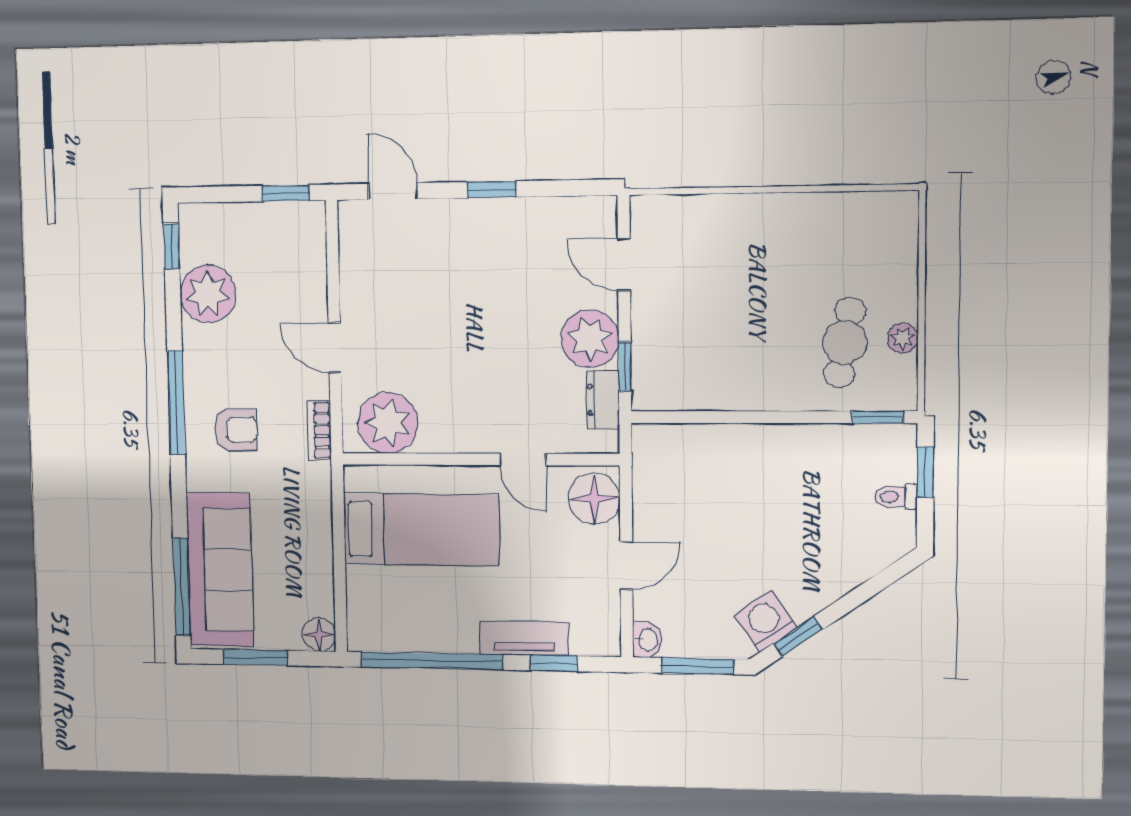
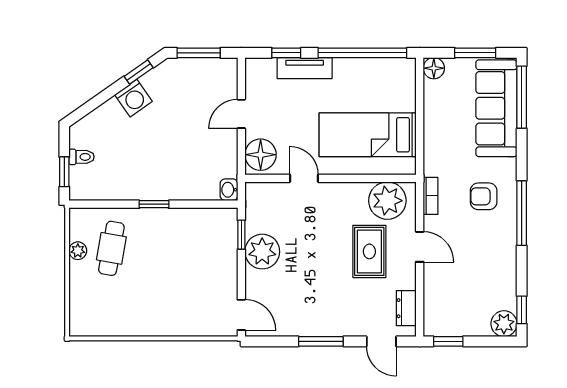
window: (491, 189) -> (321, 341), width x1.50
door: (624, 264) -> (241, 315), moved
plant: (208, 294) -> (504, 324), moved, width x0.73, depth x0.73
rug: (415, 340) -> (369, 251), added
dresser: (603, 400) -> (406, 308), moved, turned 180
window: (878, 417) -> (154, 204), moved
washing machine: (766, 621) -> (133, 98), moved
washbasin: (647, 640) -> (229, 190), moved

